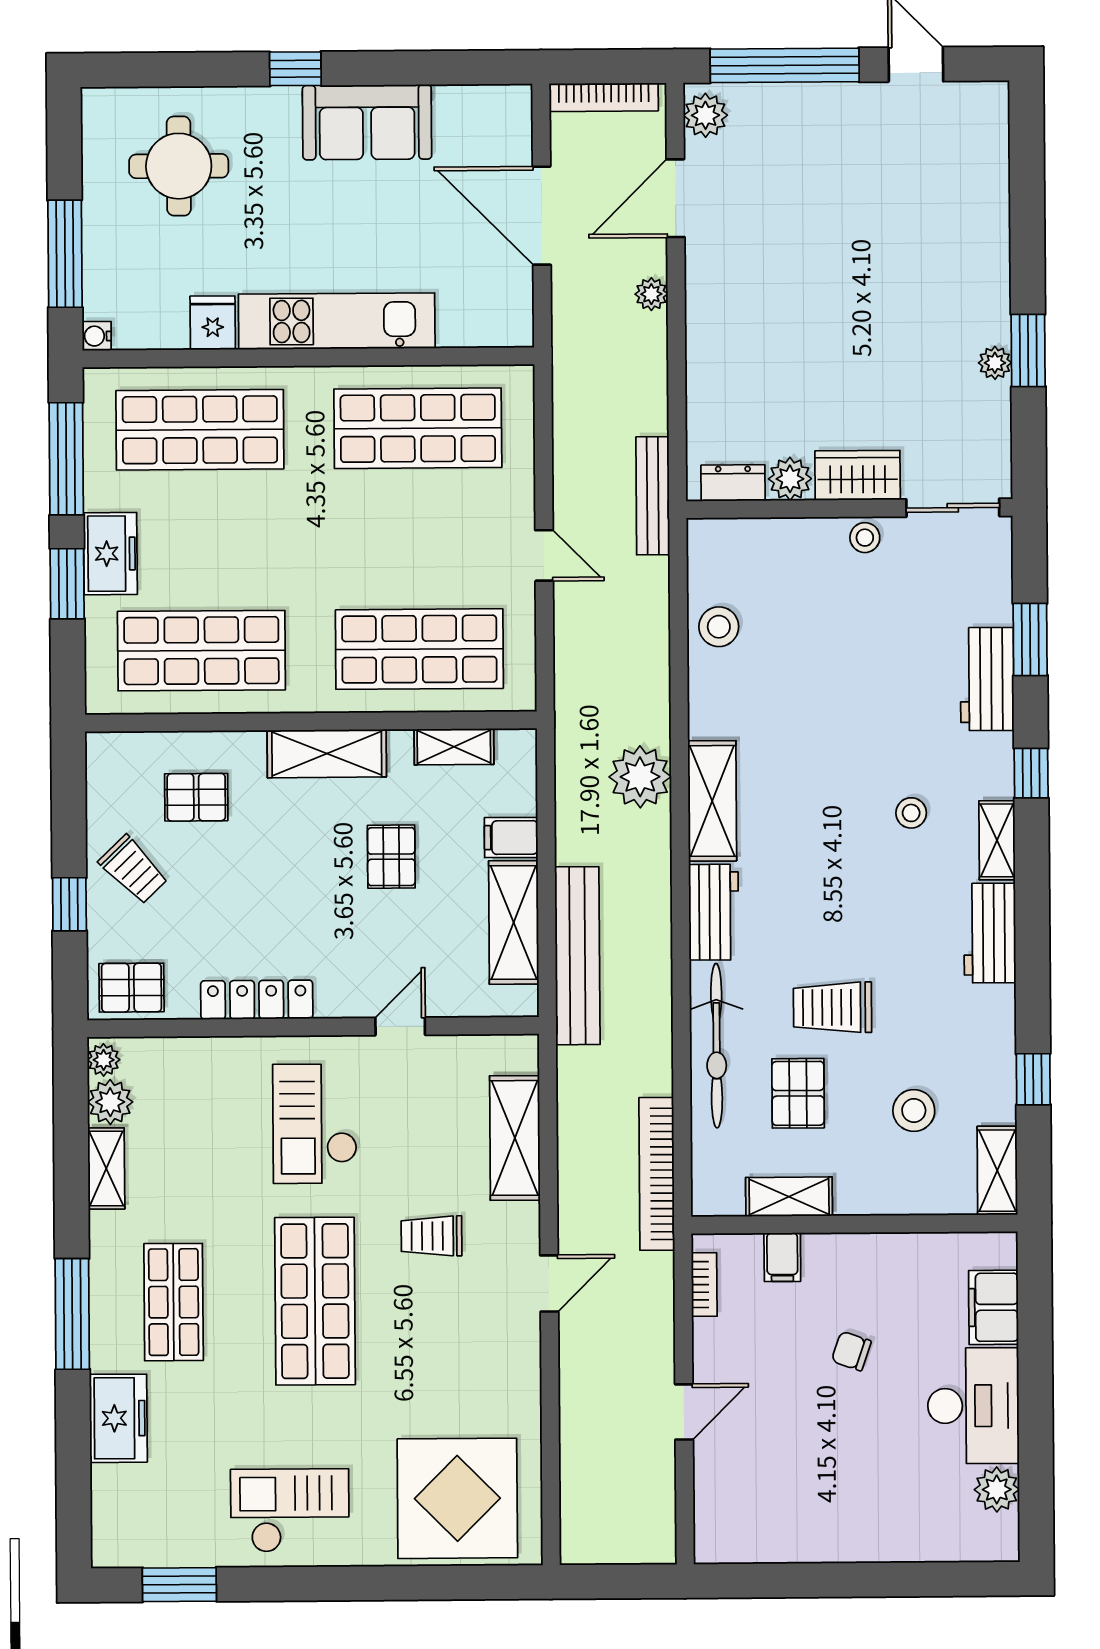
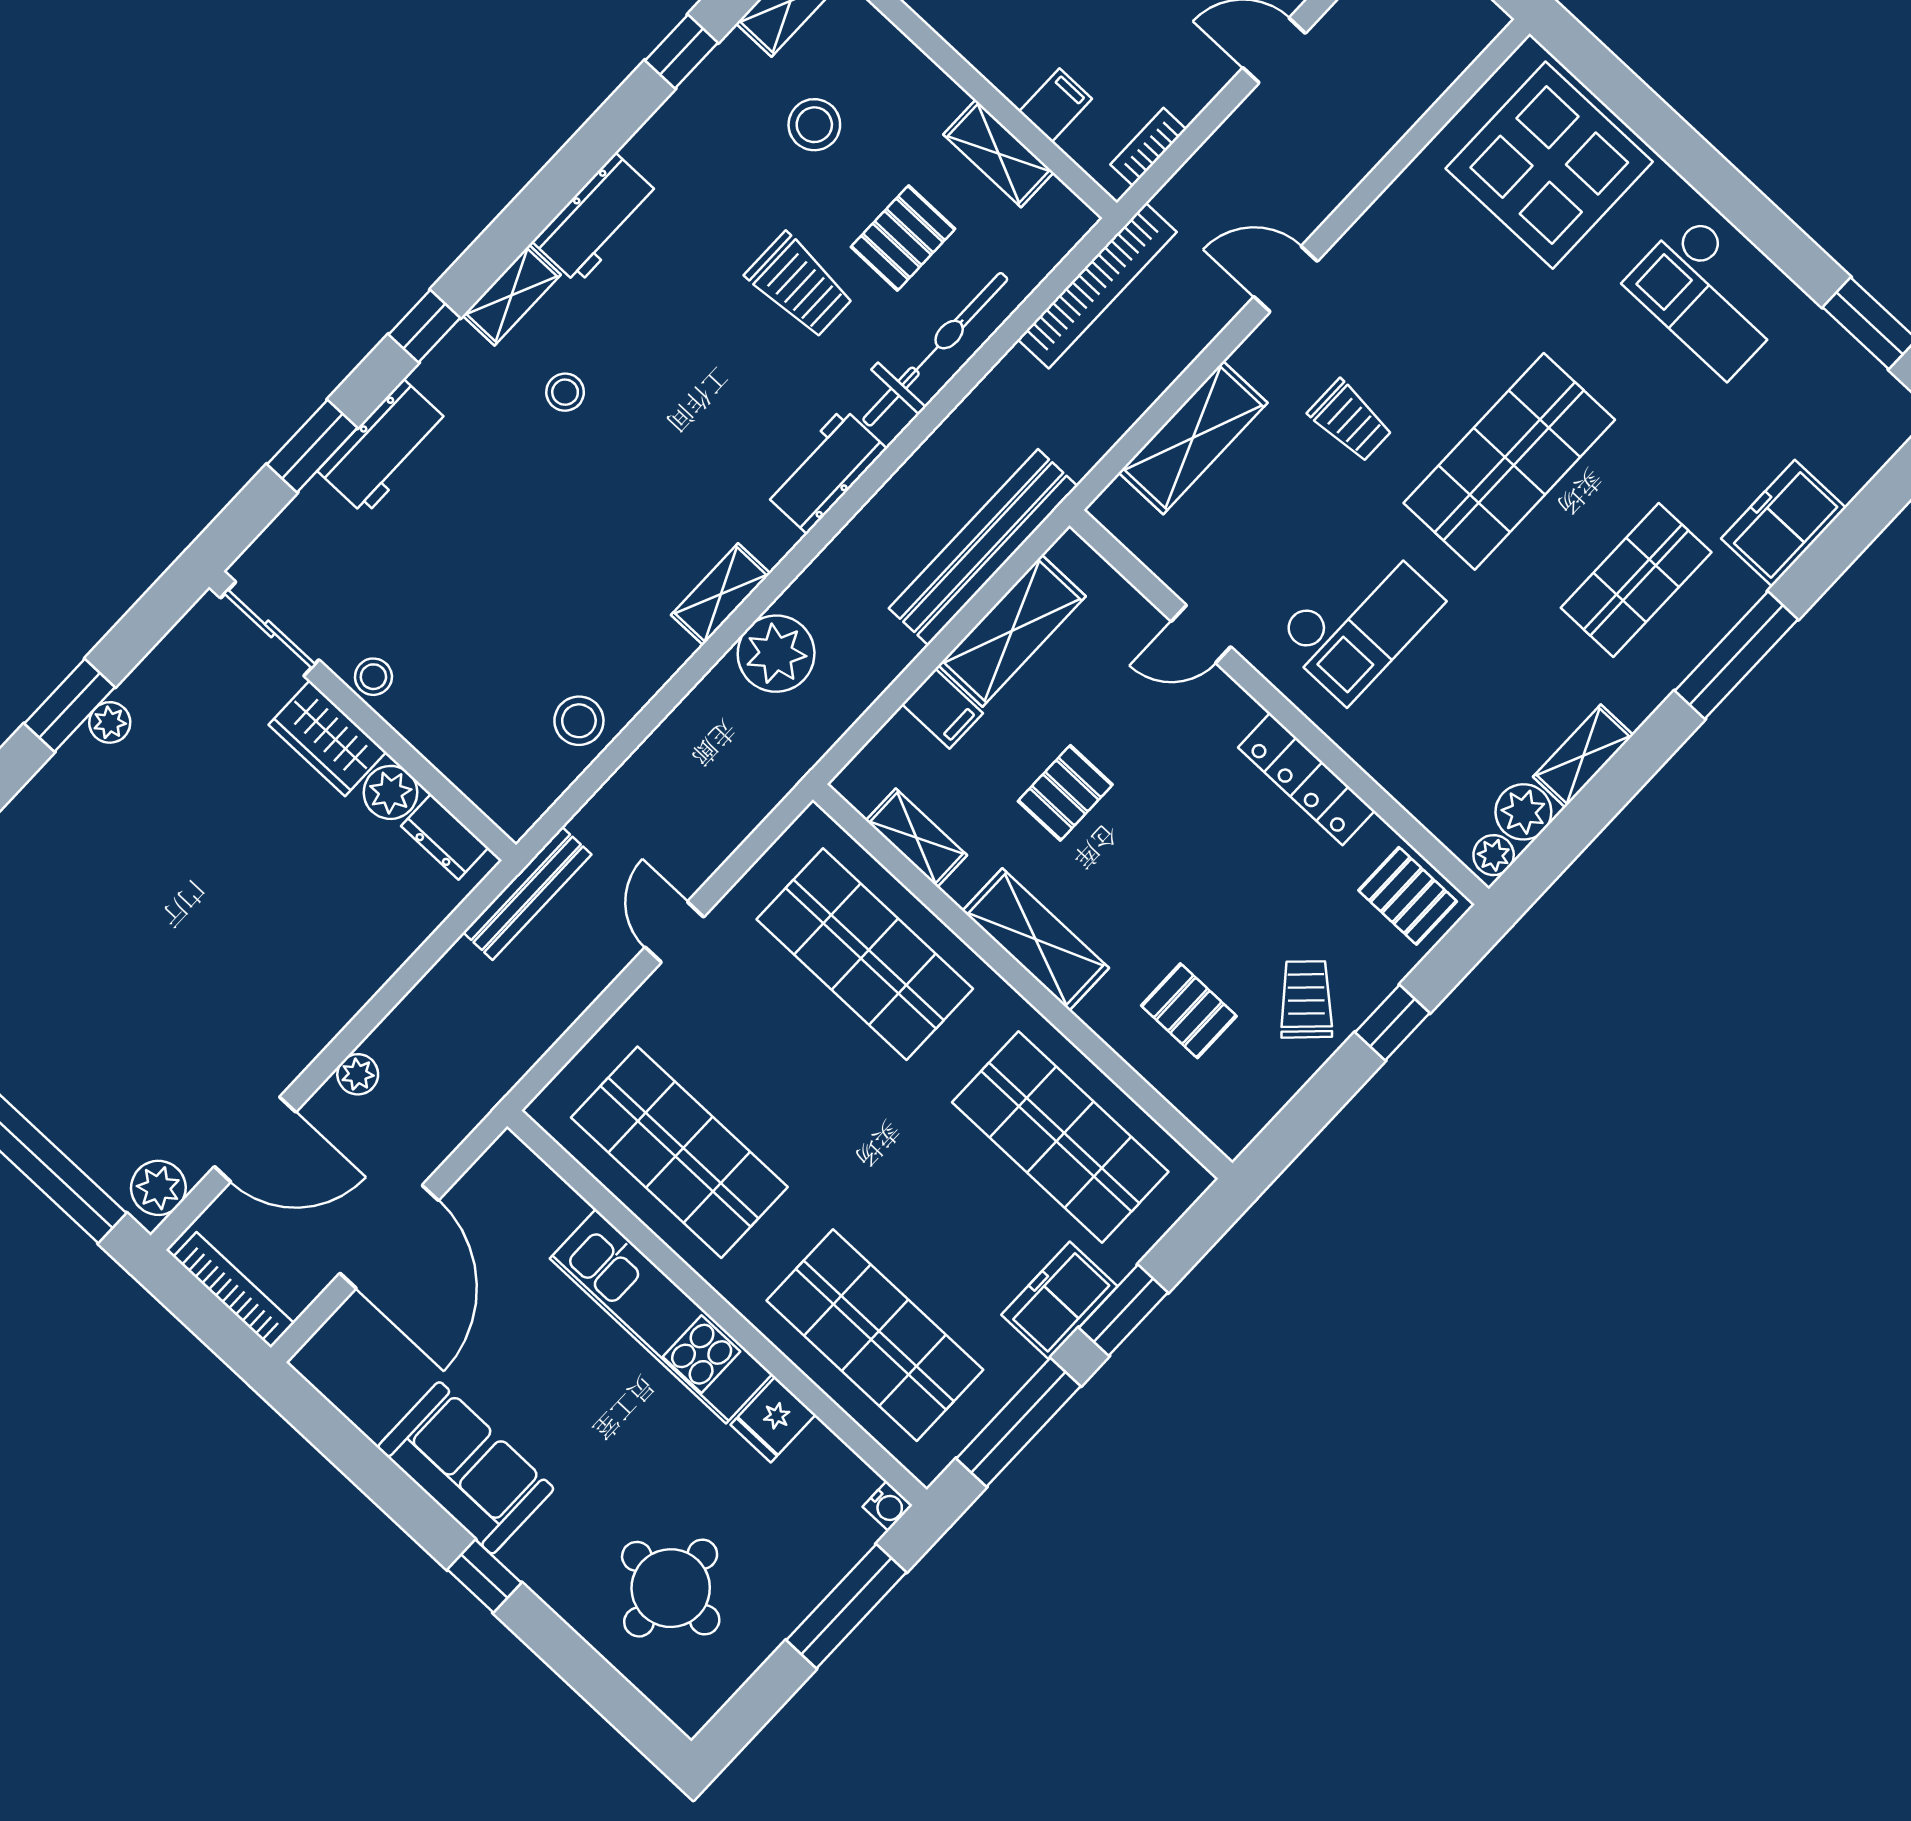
shelving: (712, 801) -> (721, 594), width x0.67, depth x0.75

